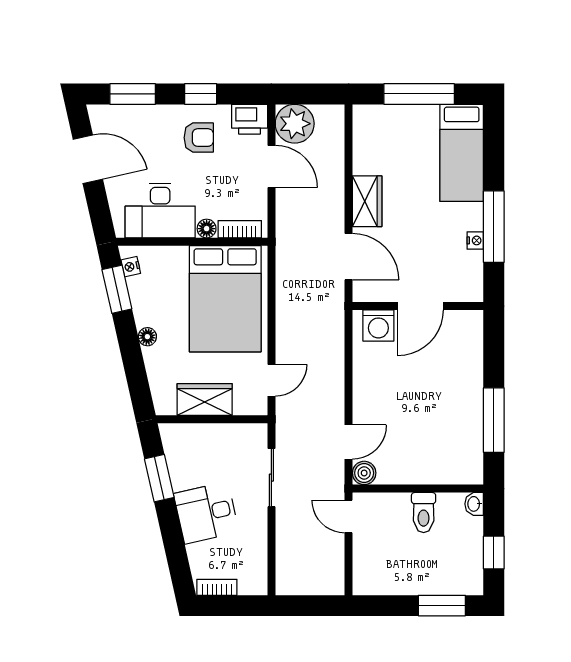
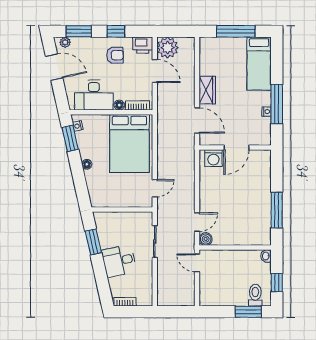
plant: (108, 114) -> (65, 42), added
wardrobe: (205, 399) -> (118, 199), removed
toilet: (424, 513) -> (255, 295), moved, turned 180

